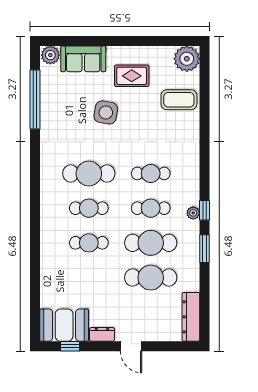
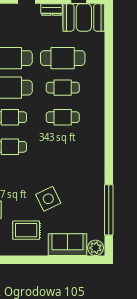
side table: (106, 112) -> (48, 199), turned -36
cafe table: (89, 173) -> (63, 58), moved

